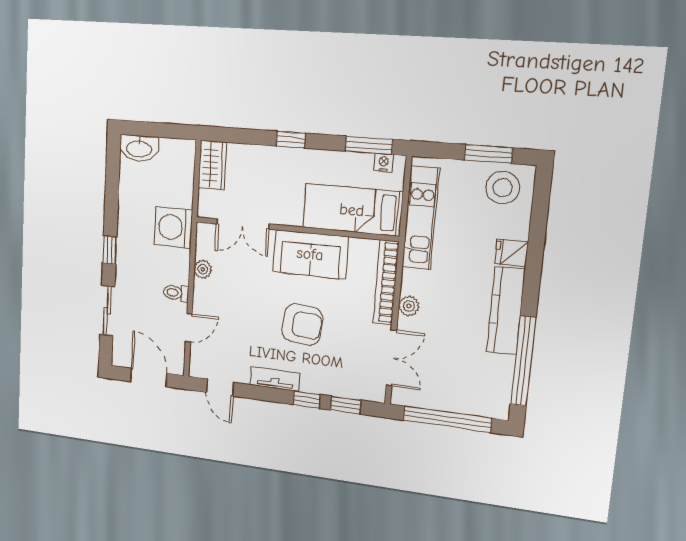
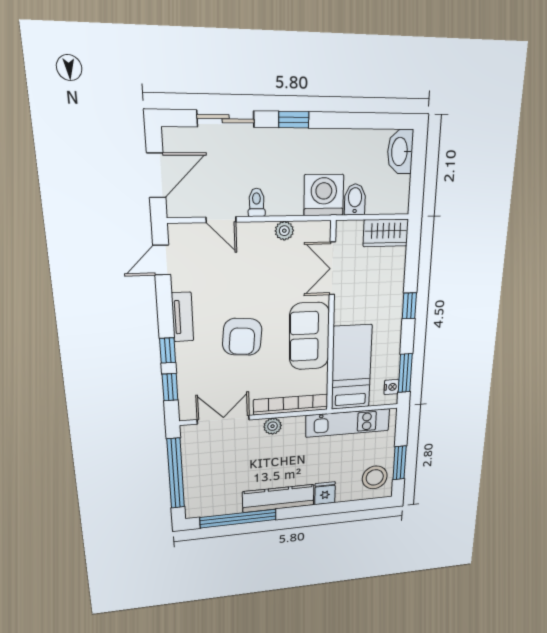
bidet: (179, 196) -> (355, 199), added
double door: (391, 358) -> (223, 420), swing flipped

